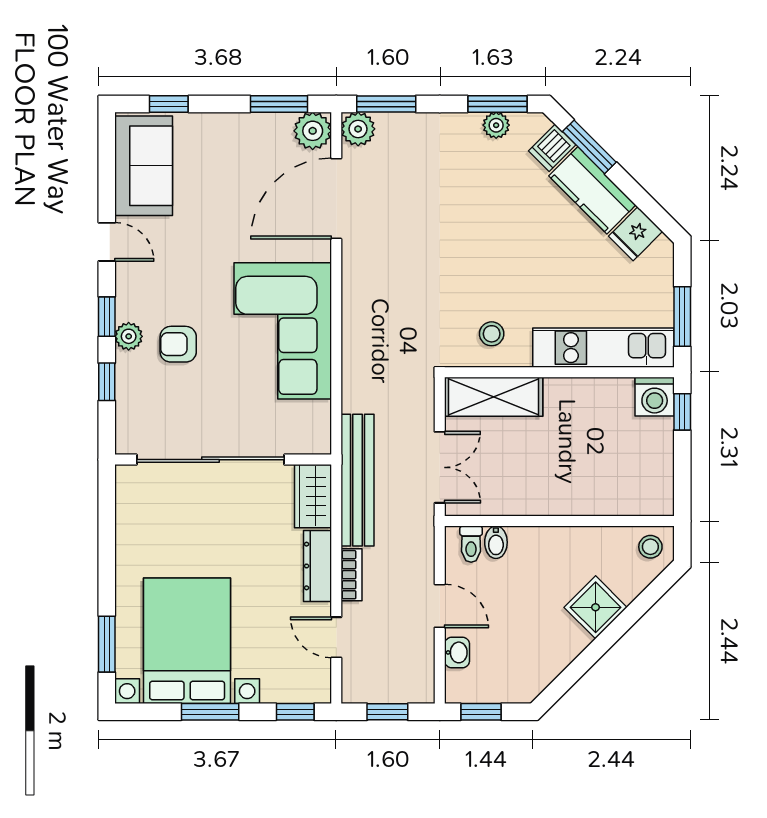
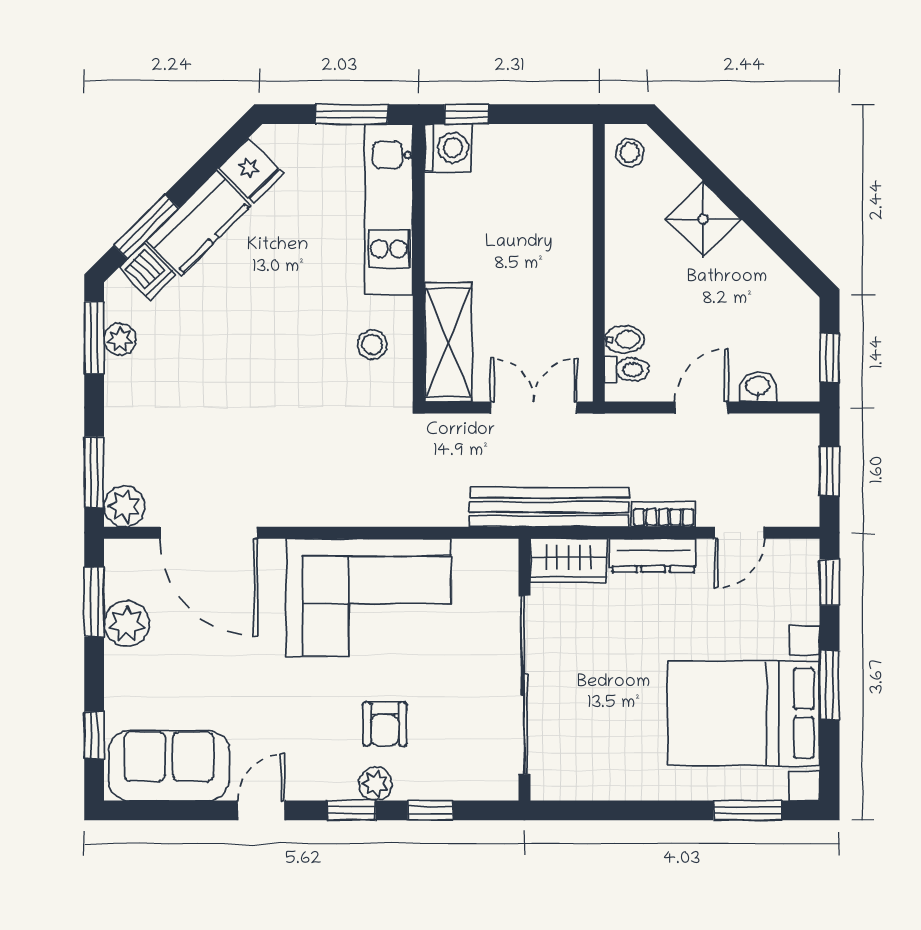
plant: (313, 131) -> (127, 624), moved

